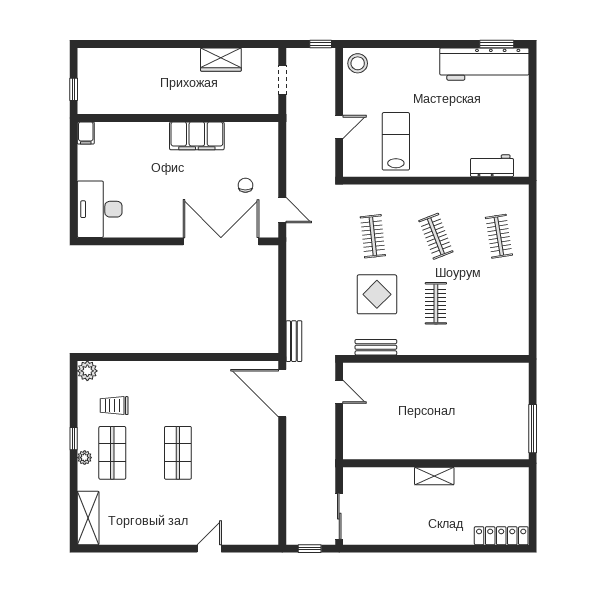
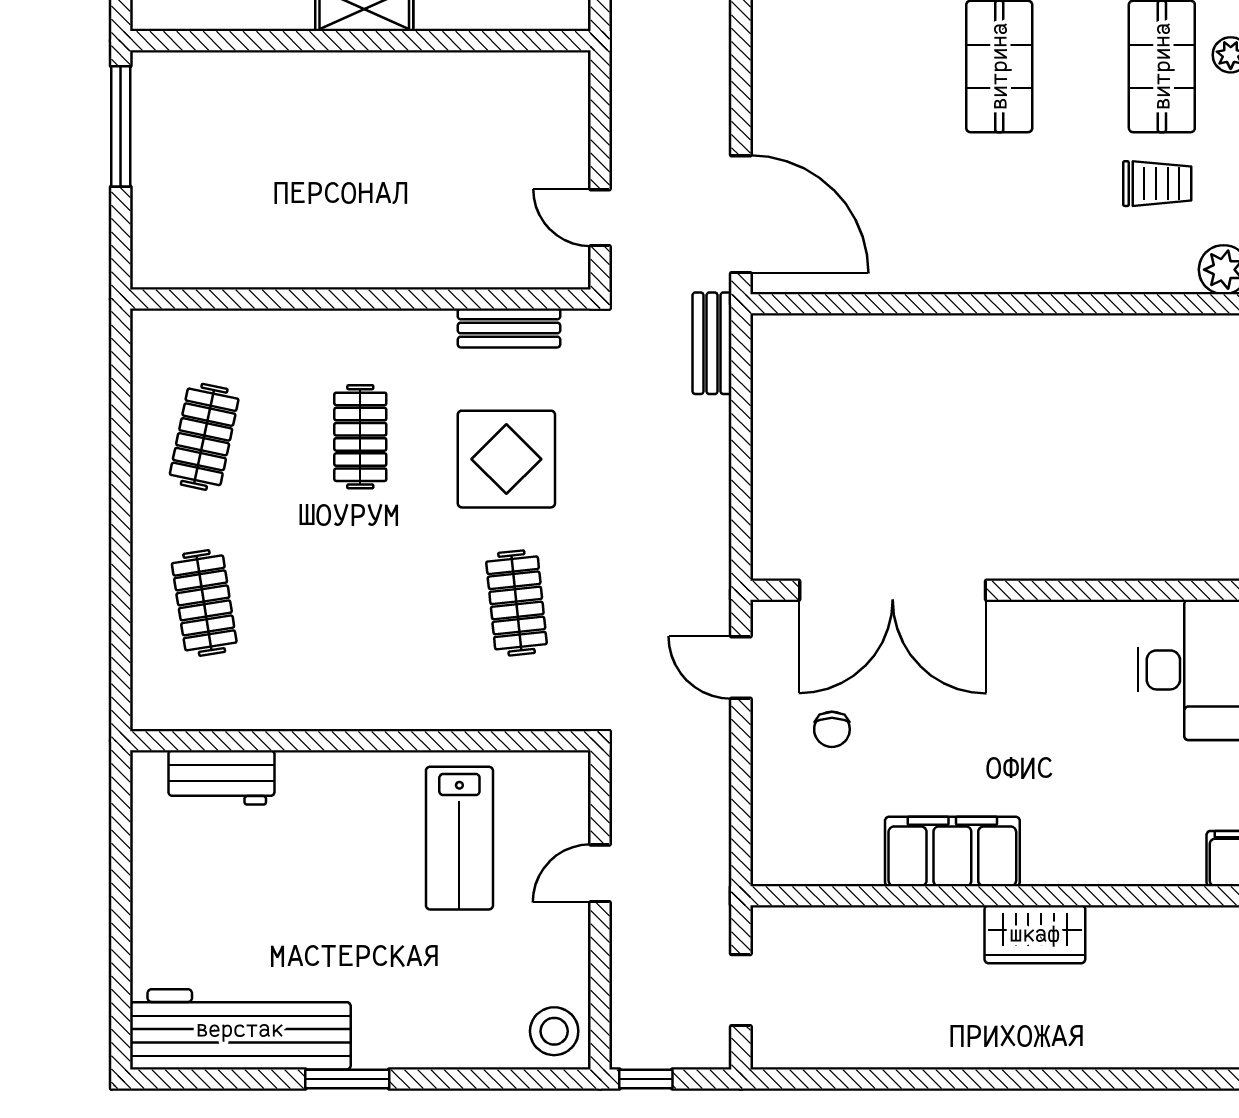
window: (497, 44) -> (347, 1079), moved
wardrobe: (221, 60) -> (1035, 934), moved, turned 180
clothes rail: (436, 236) -> (204, 437), moved, turned 33

